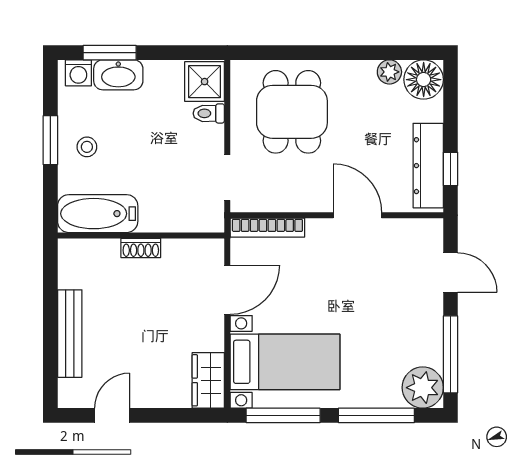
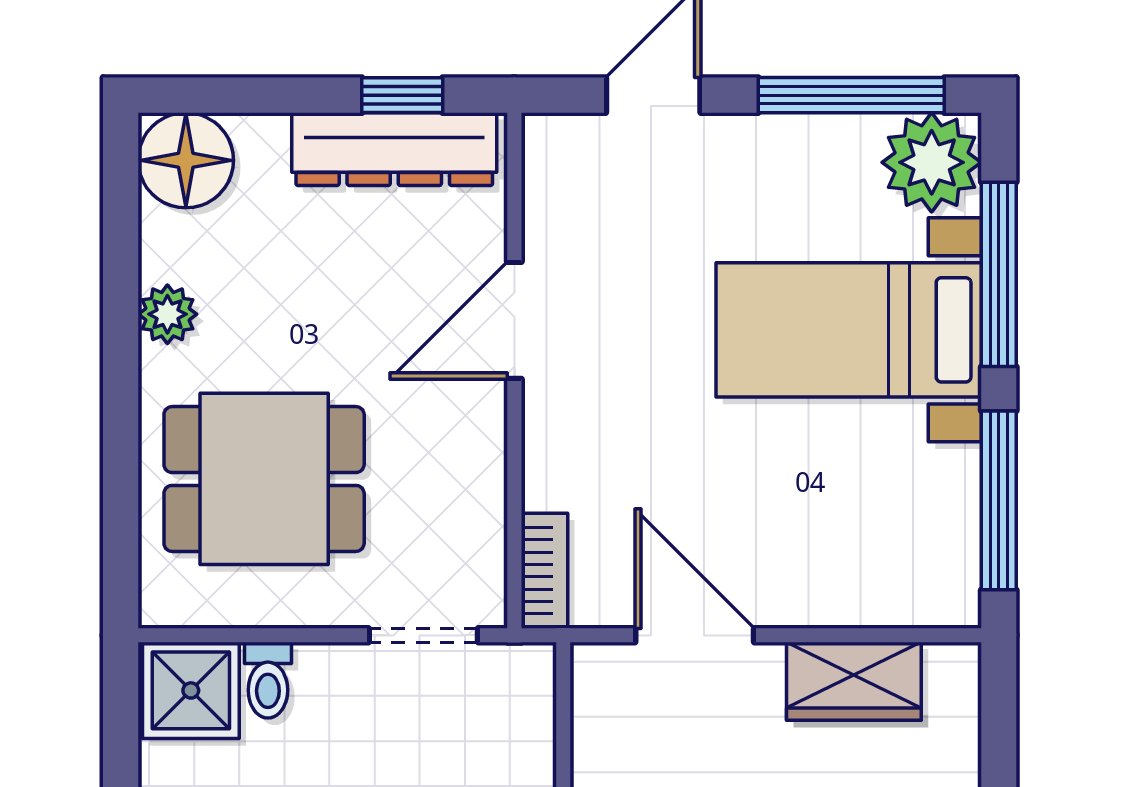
plant: (389, 72) -> (167, 314), moved
bookcase: (267, 228) -> (544, 571), width x0.64
bed with nightstands: (285, 362) -> (849, 330), moved, turned -90
wardrobe: (208, 380) -> (854, 681), moved

